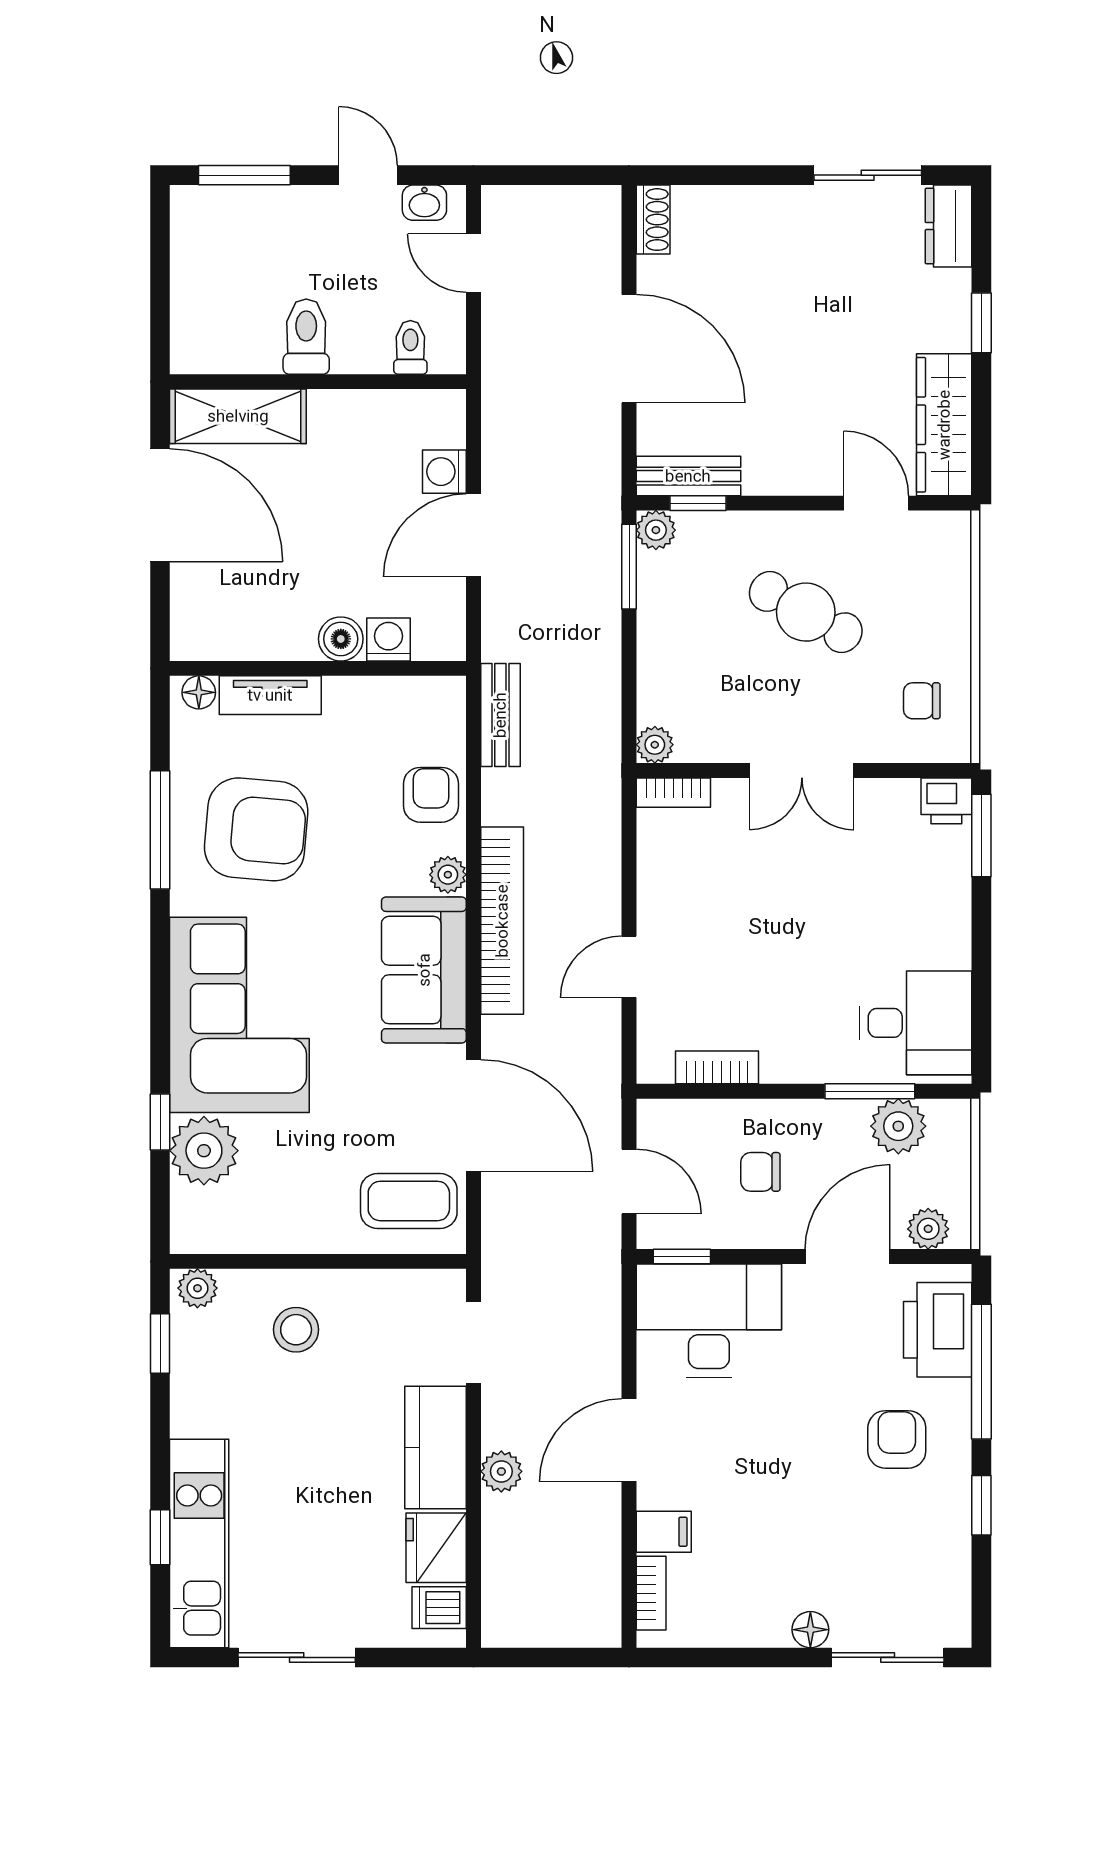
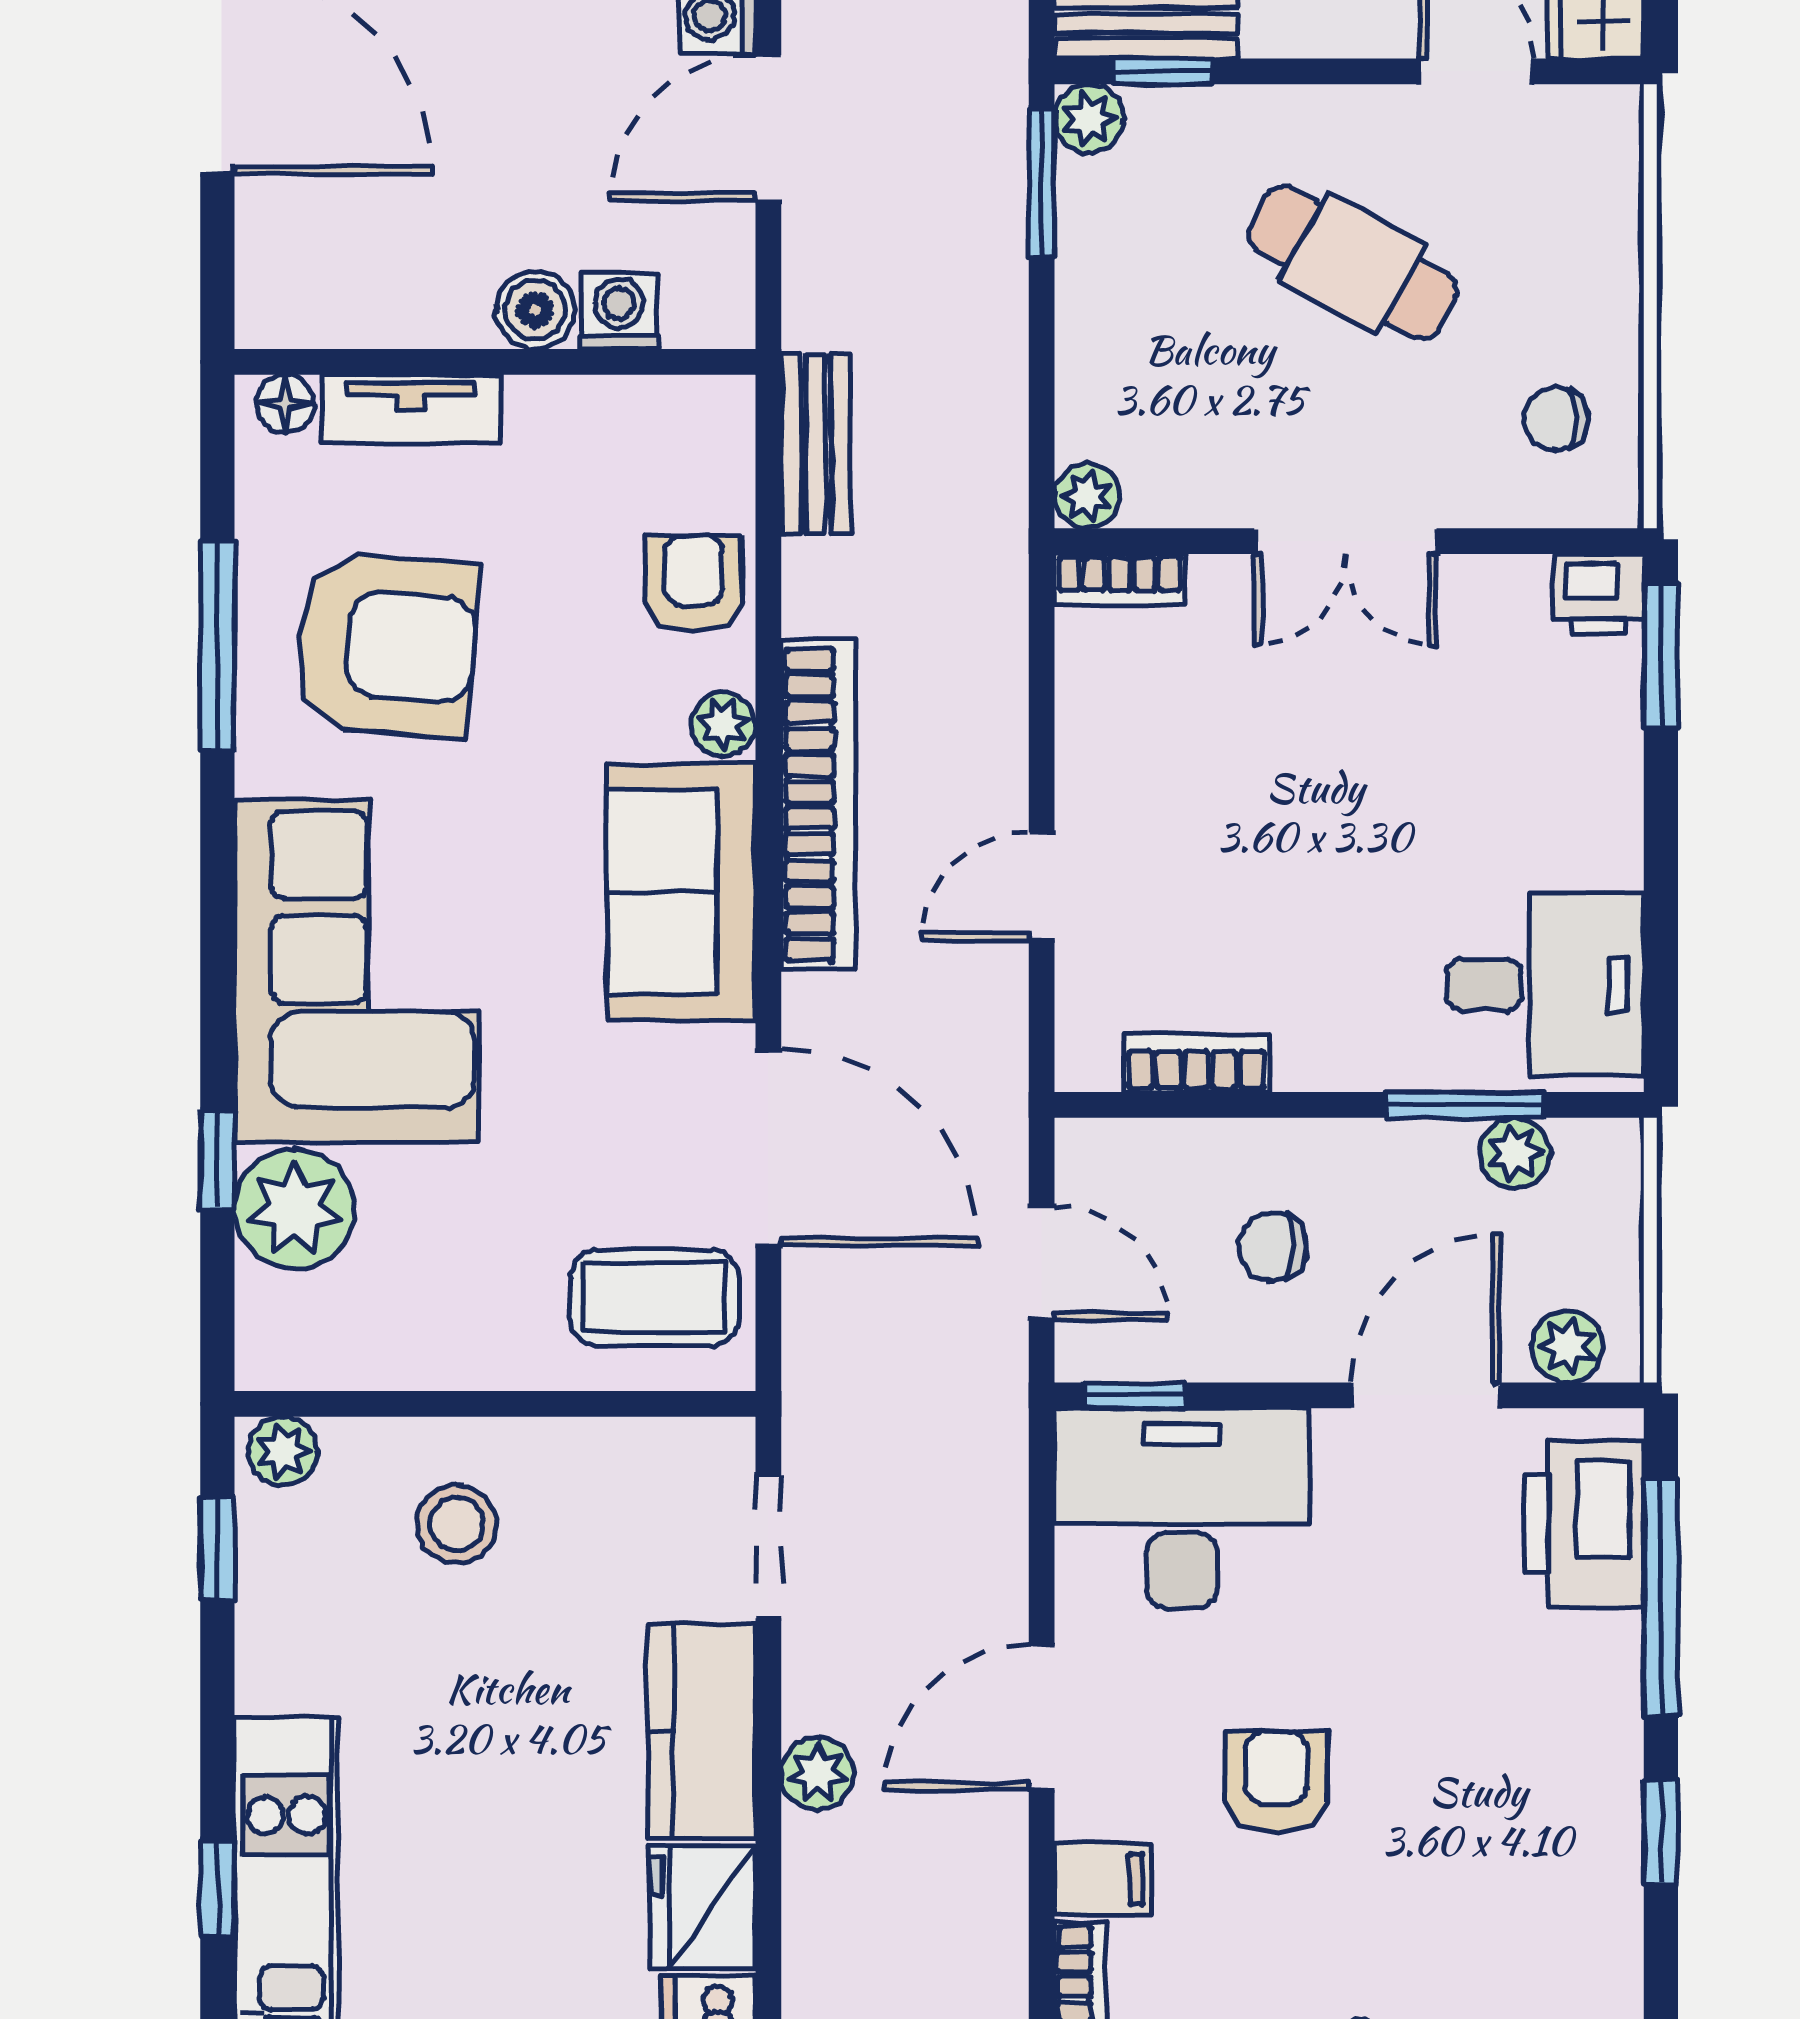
plant: (898, 1126) -> (1515, 1153), width x0.73, depth x0.73
armchair: (897, 1439) -> (1277, 1782), moved

